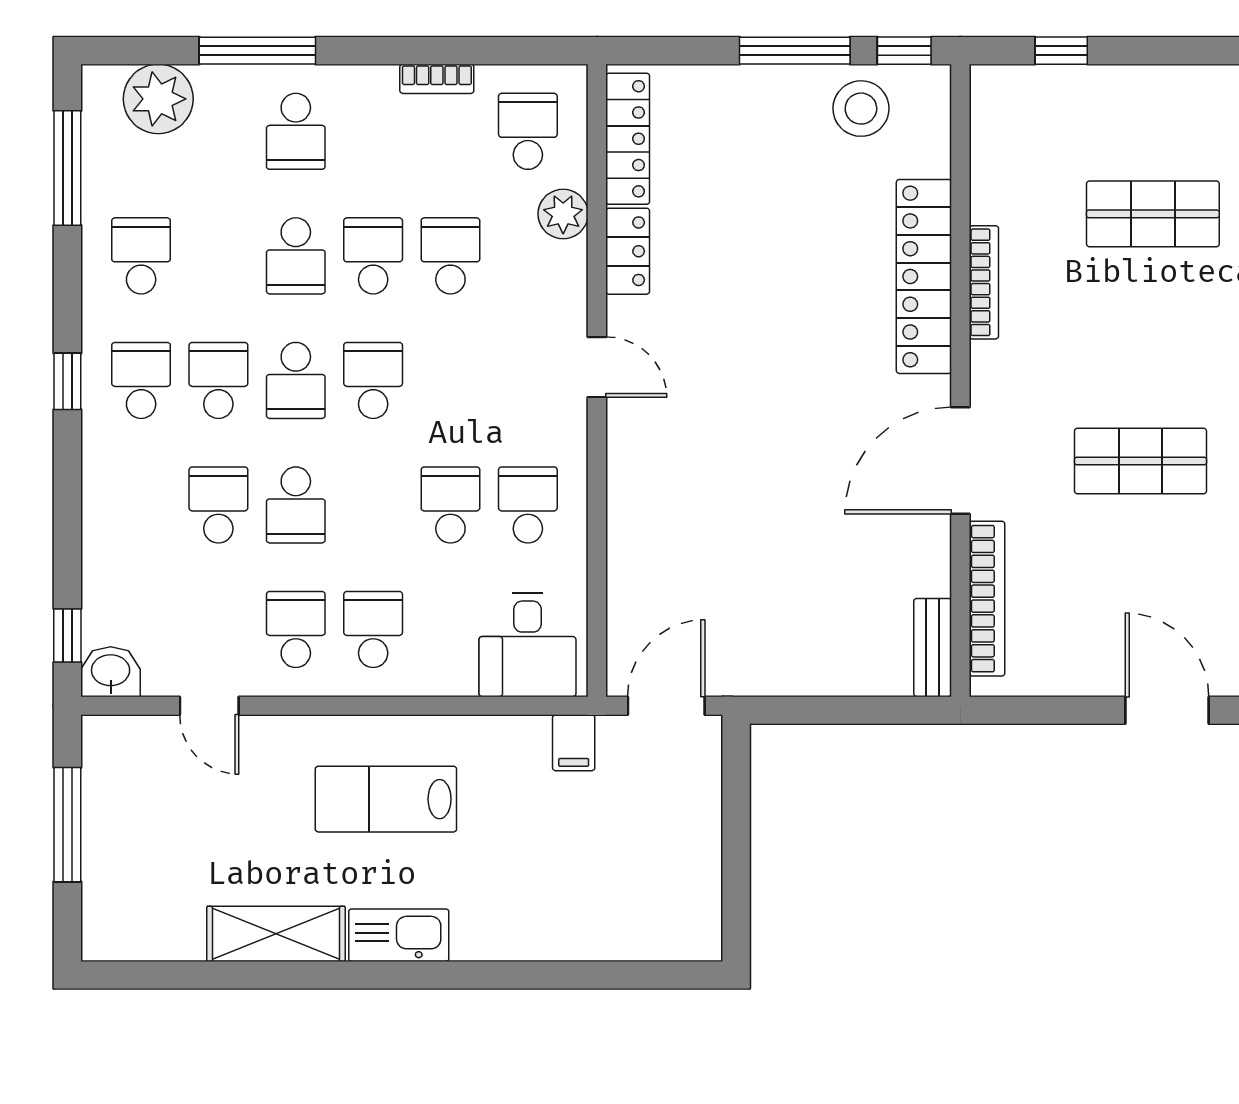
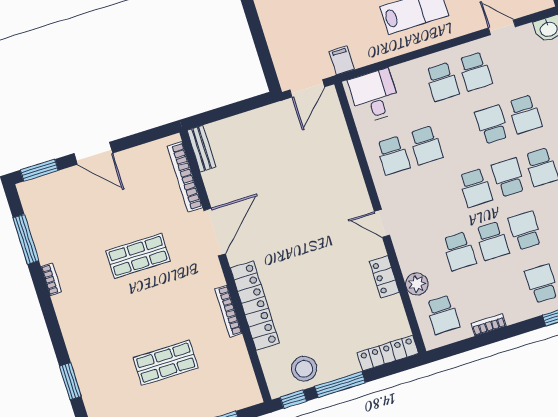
locker: (628, 139) -> (388, 353), moved, turned 90

